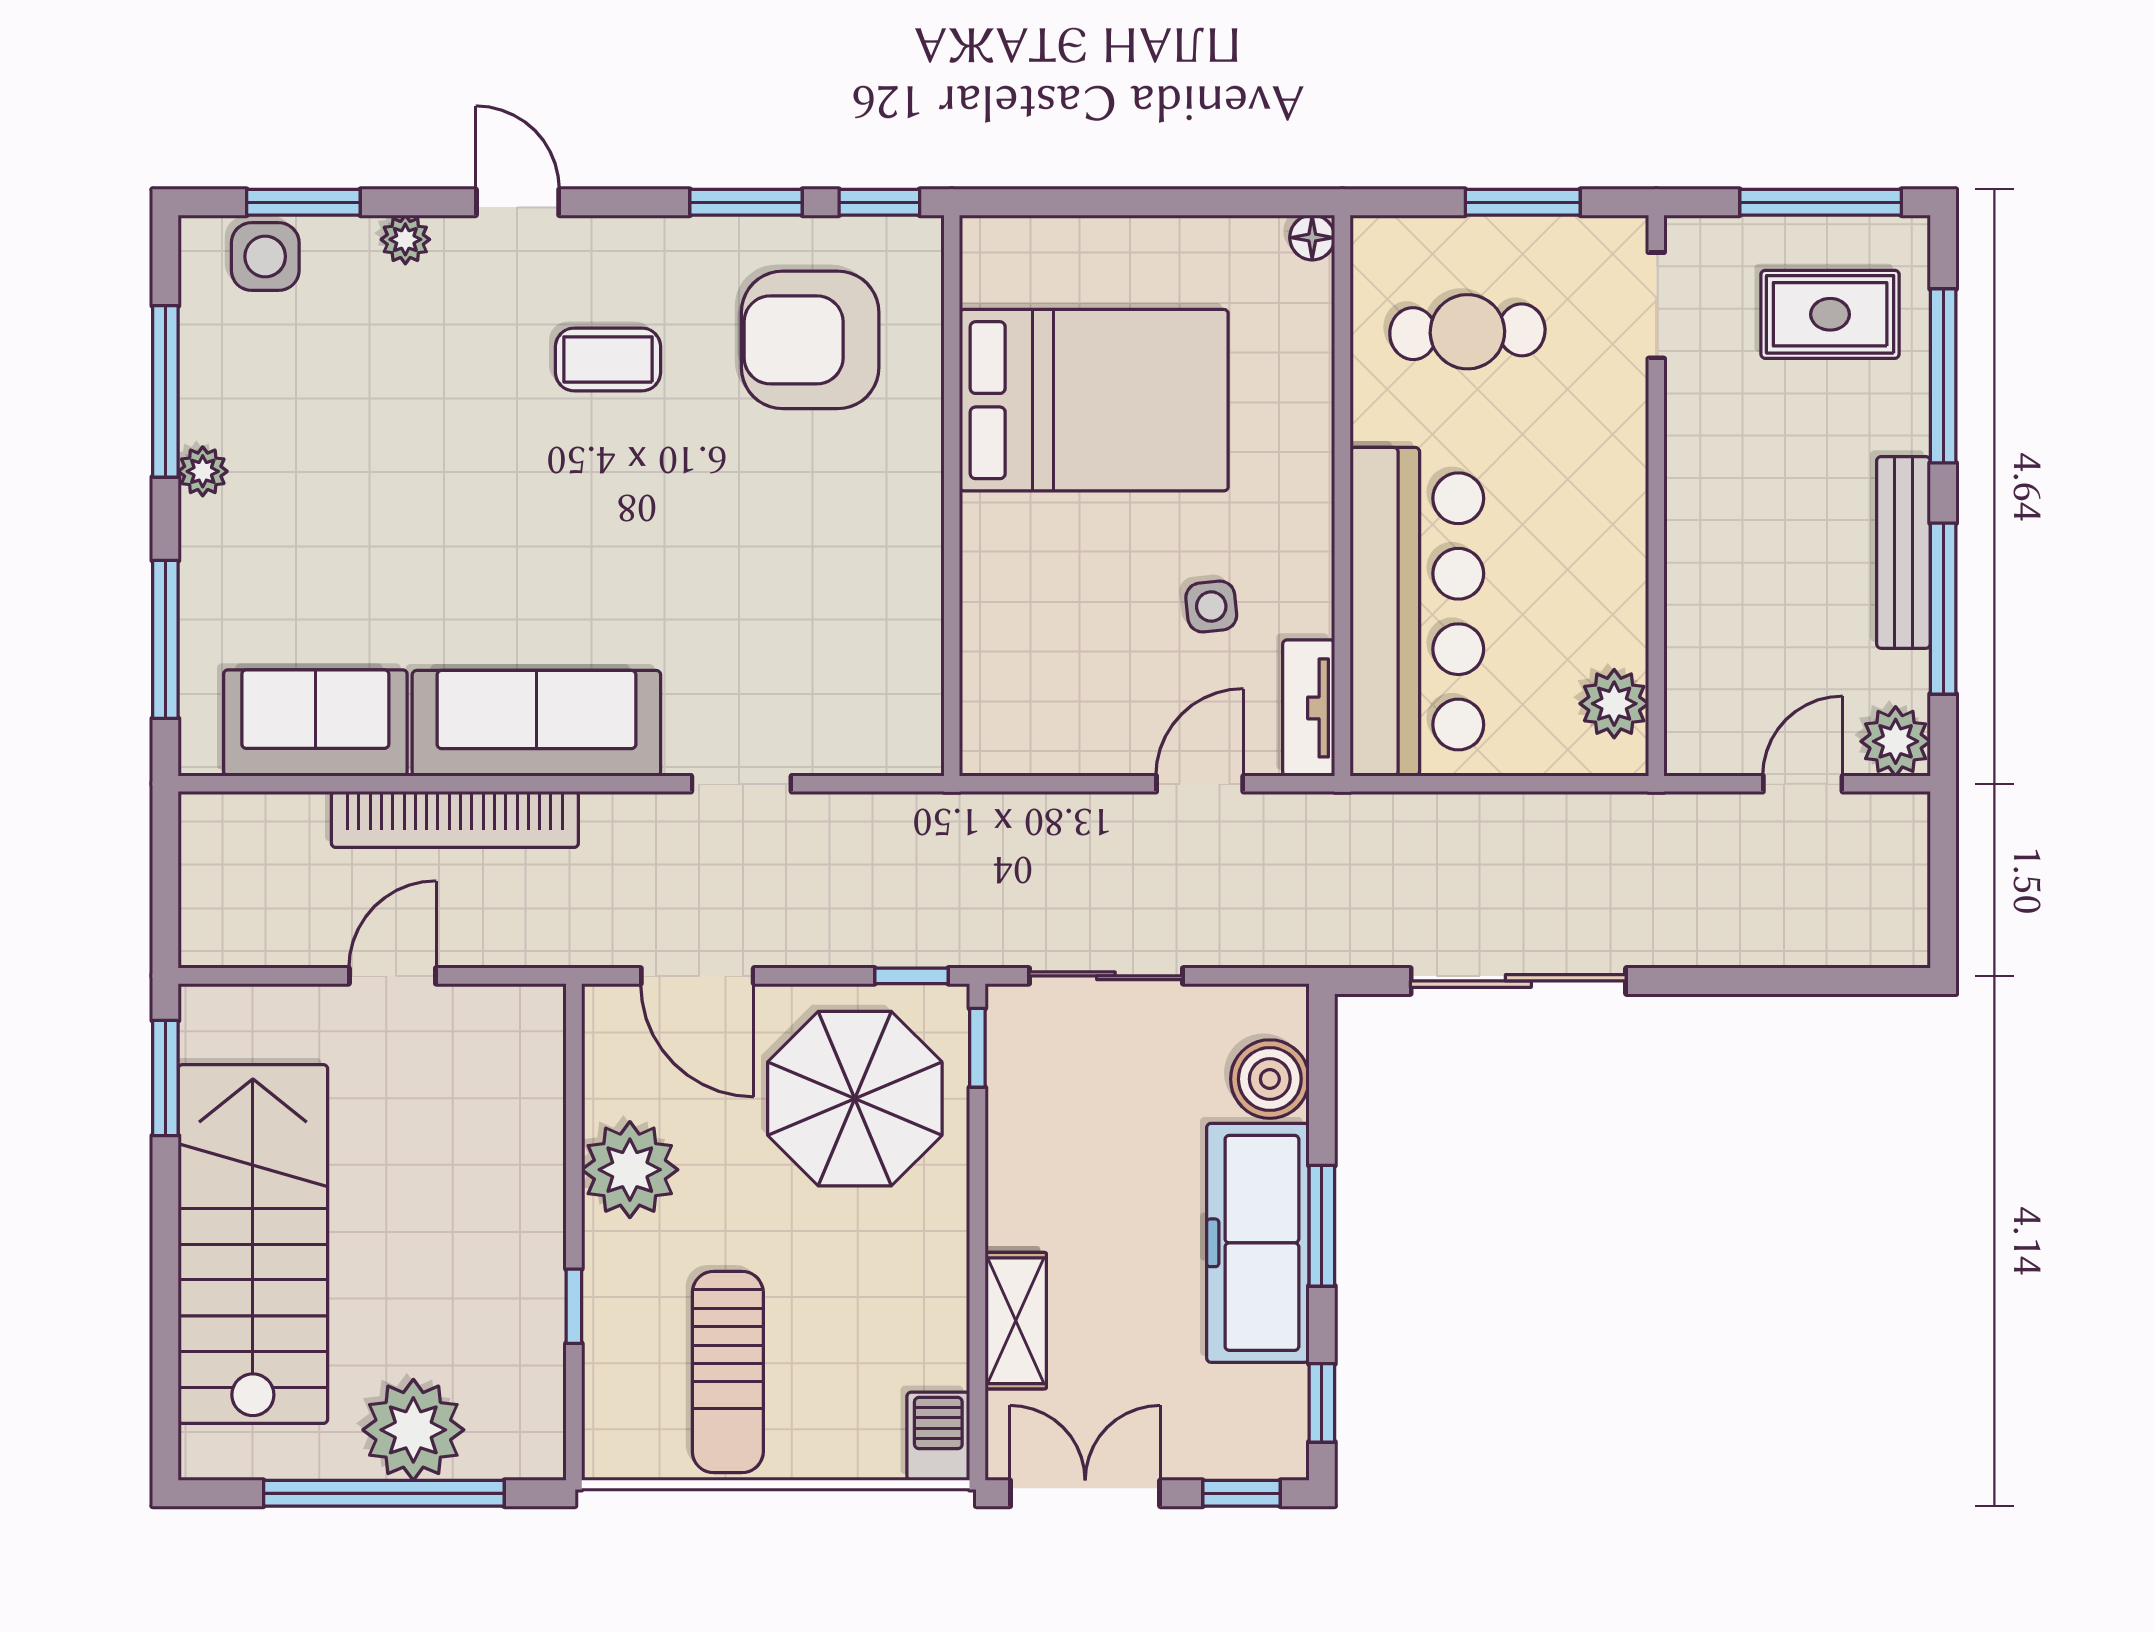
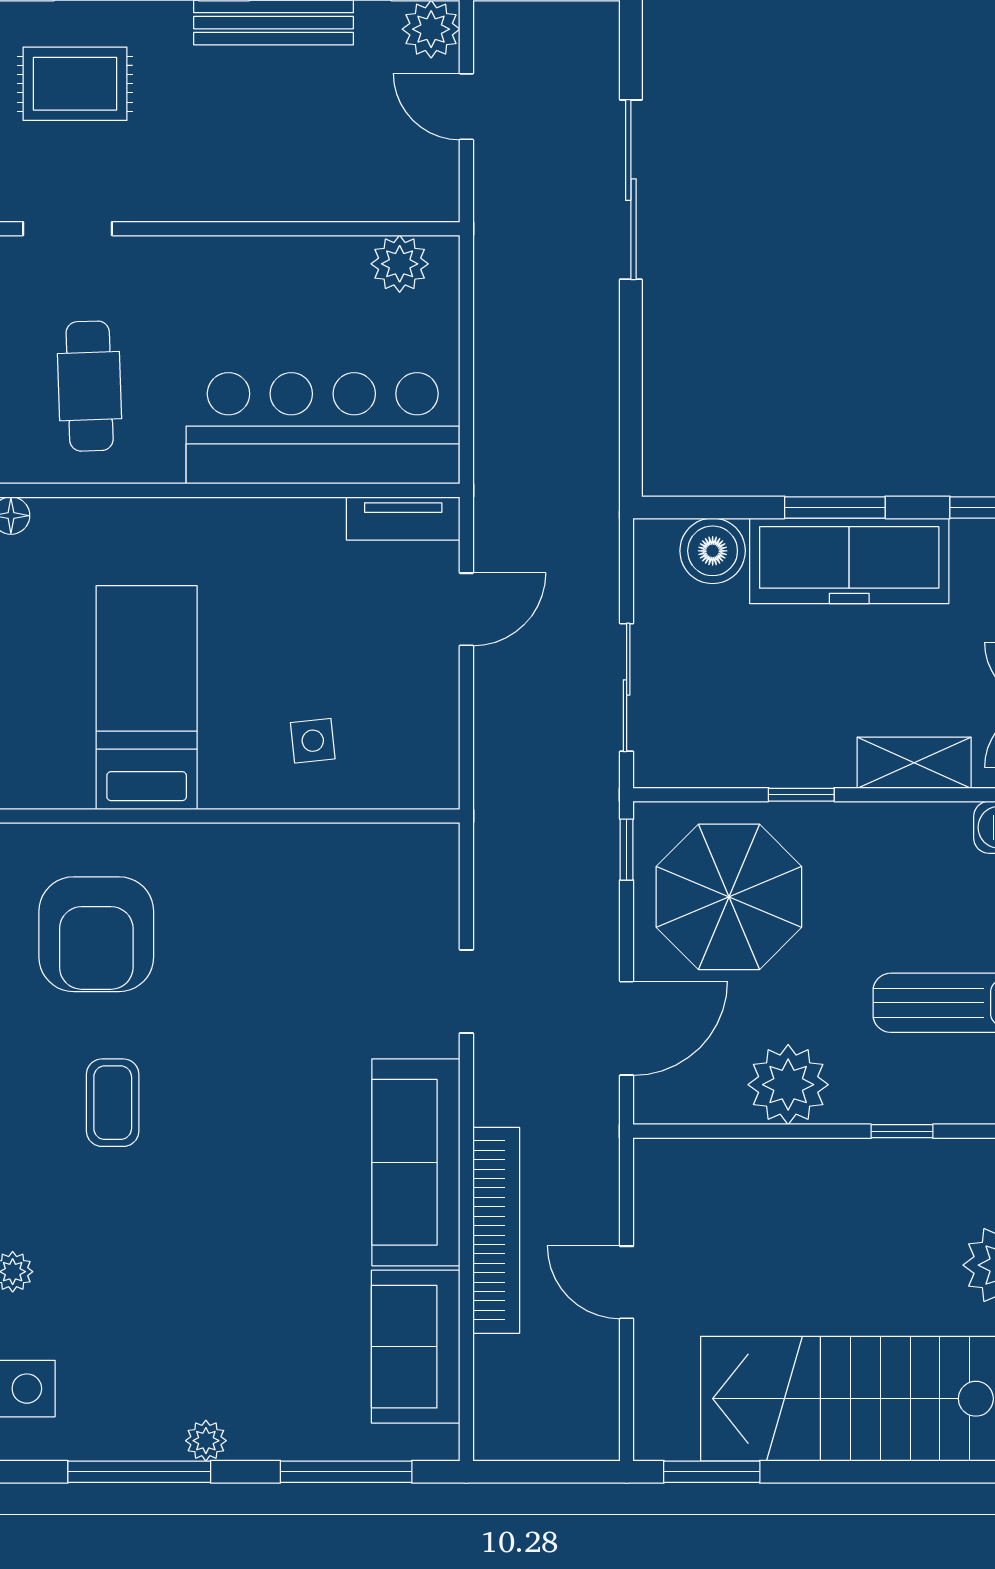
rug: (1830, 314) -> (75, 84), turned 90
bed: (1094, 400) -> (147, 698), width x0.67
side table: (1211, 606) -> (313, 741), moved
door: (1200, 784) -> (466, 609), swing flipped
sliding door: (1518, 981) -> (631, 190), moved
window: (977, 1048) -> (801, 795), moved

